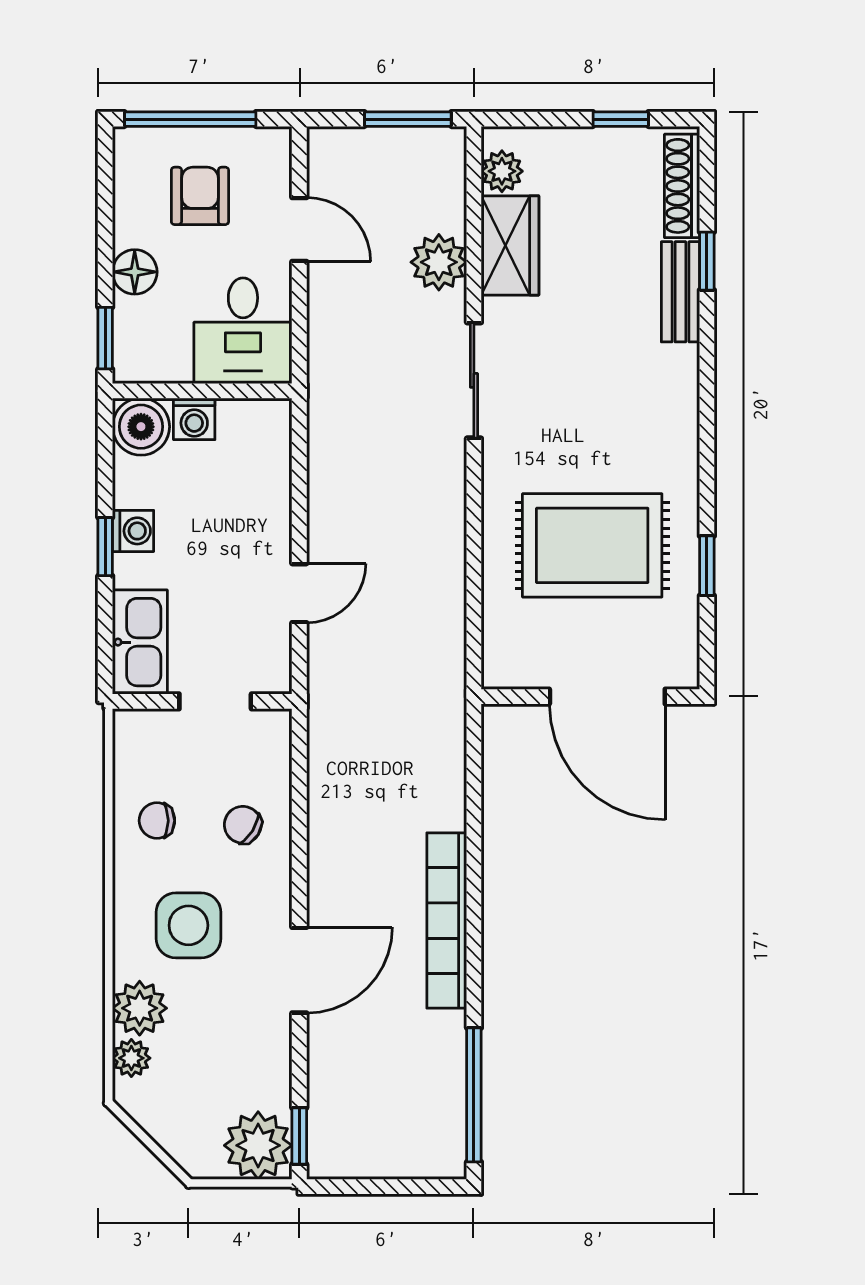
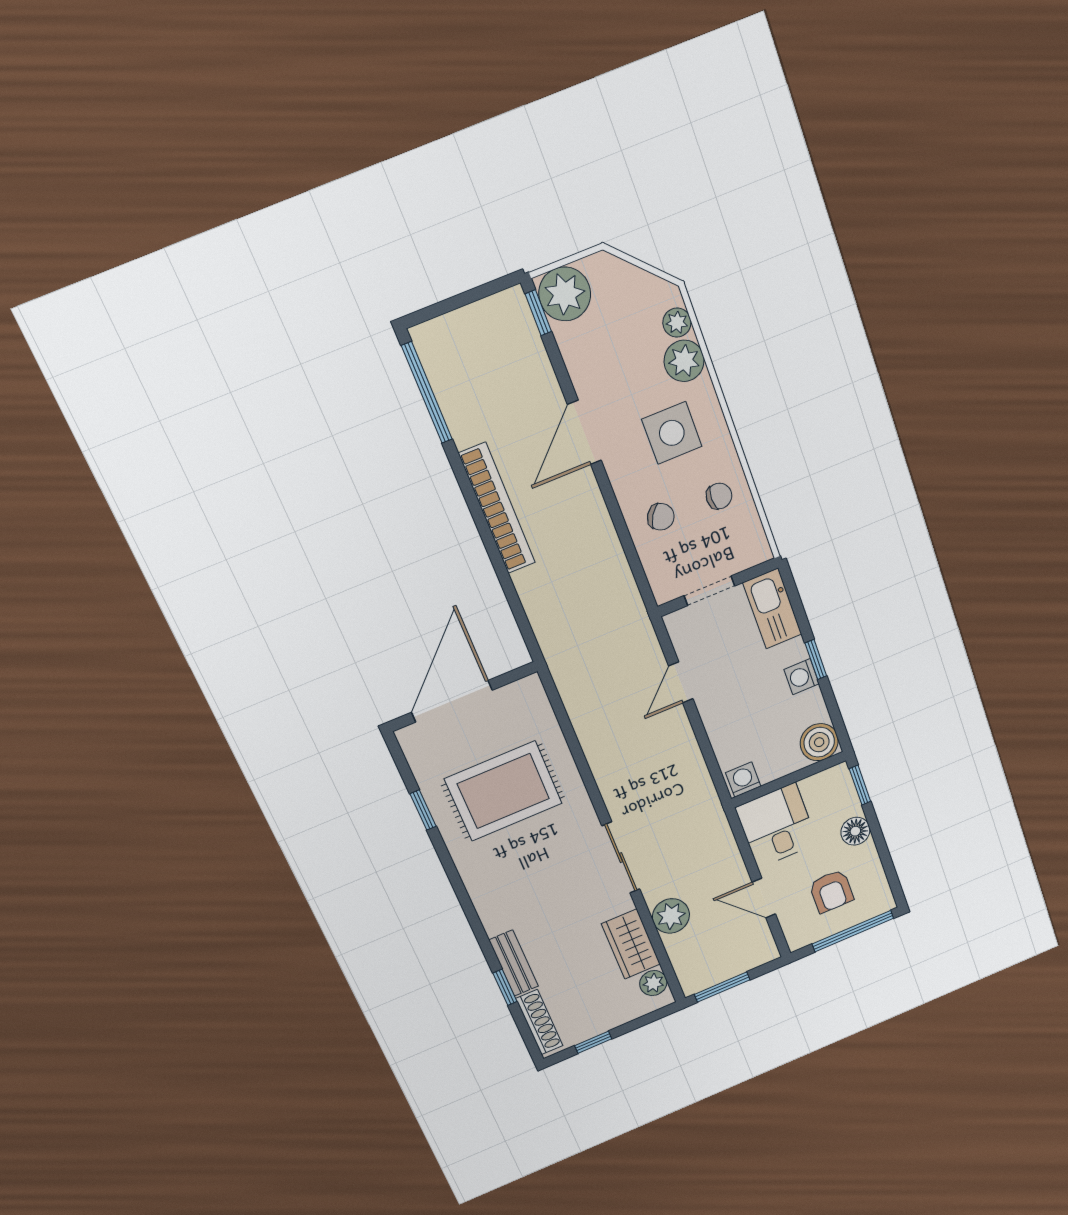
washing machine: (194, 419) -> (743, 779), moved
door: (607, 697) -> (452, 701), hinge flipped

